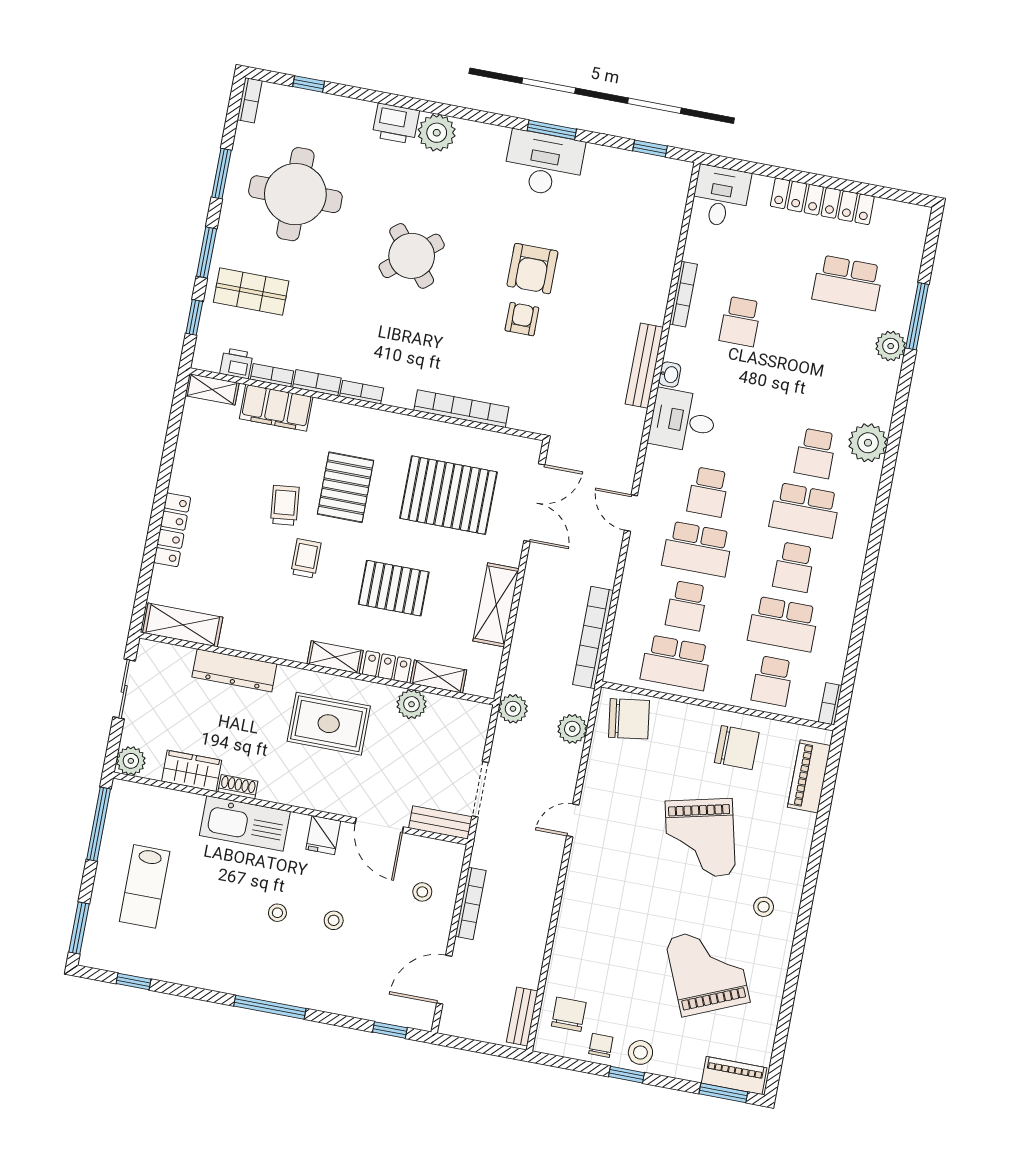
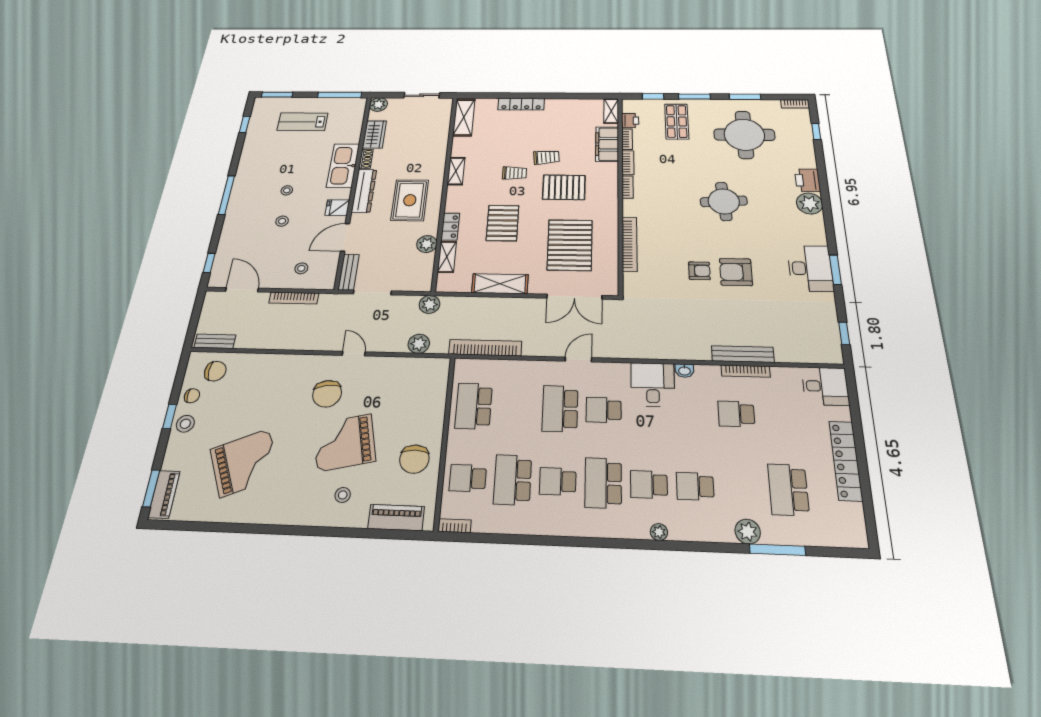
round table: (412, 256) -> (724, 201), turned 35
bench: (644, 366) -> (743, 354), moved
plant: (868, 443) -> (659, 532), width x0.53, depth x0.53
school desk: (687, 606) -> (695, 486), moved
shelving: (335, 657) -> (456, 171), moved
dresser: (234, 670) -> (364, 191), moved, turned 180
chair: (629, 719) -> (327, 394), moved
stool: (764, 907) -> (343, 495), moved

